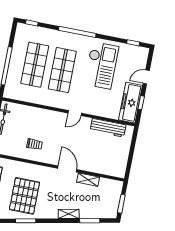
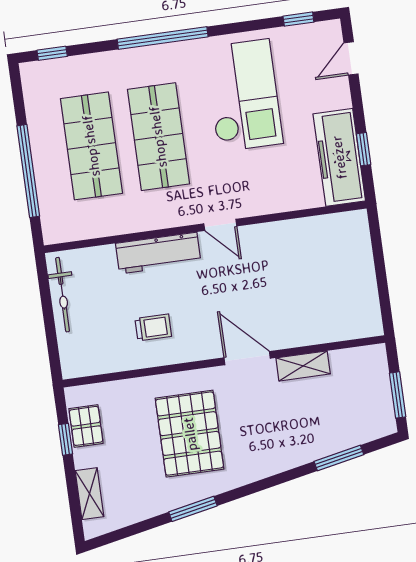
door: (146, 77) -> (351, 58), moved
door: (75, 113) -> (220, 225), hinge flipped
workbench: (108, 128) -> (158, 253), moved
pallet: (24, 196) -> (190, 434), moved
shelving: (69, 214) -> (286, 459), removed

